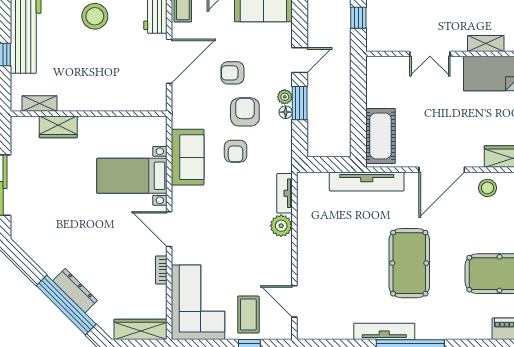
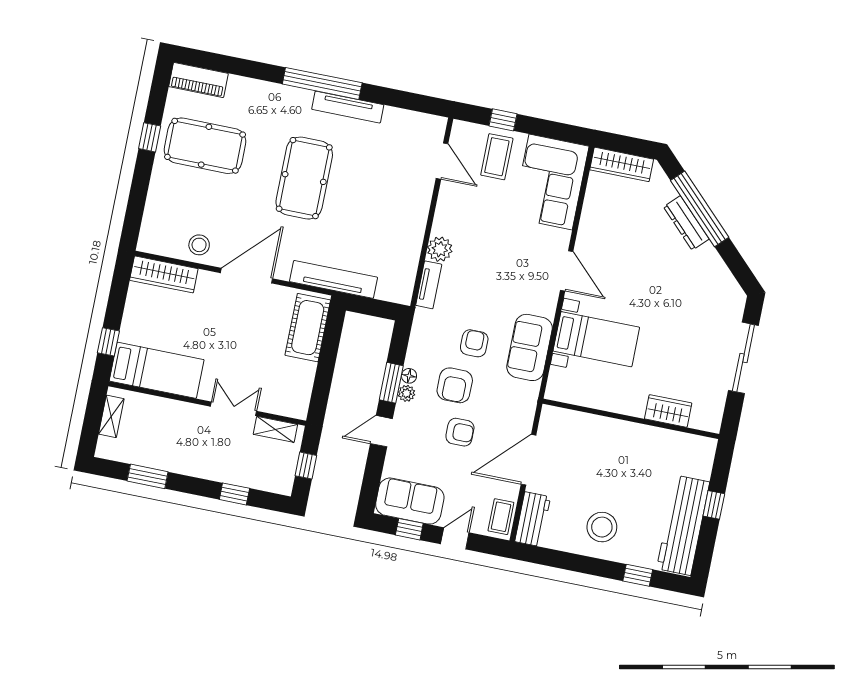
shelving: (486, 43) -> (275, 429), moved
shelving: (40, 104) -> (684, 441), removed
bookcase: (161, 270) -> (585, 227), removed

